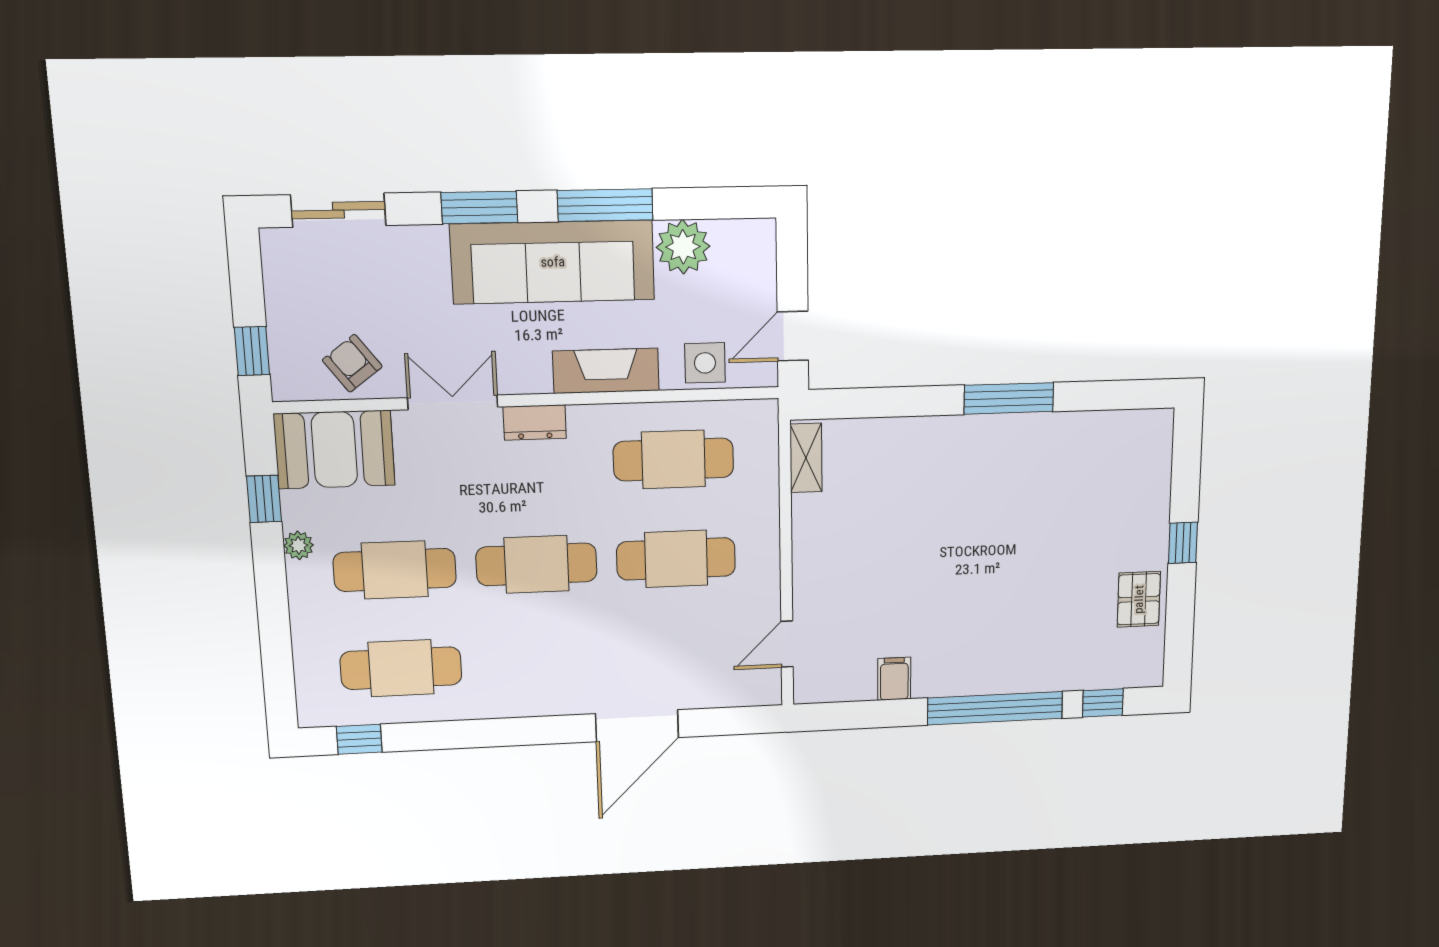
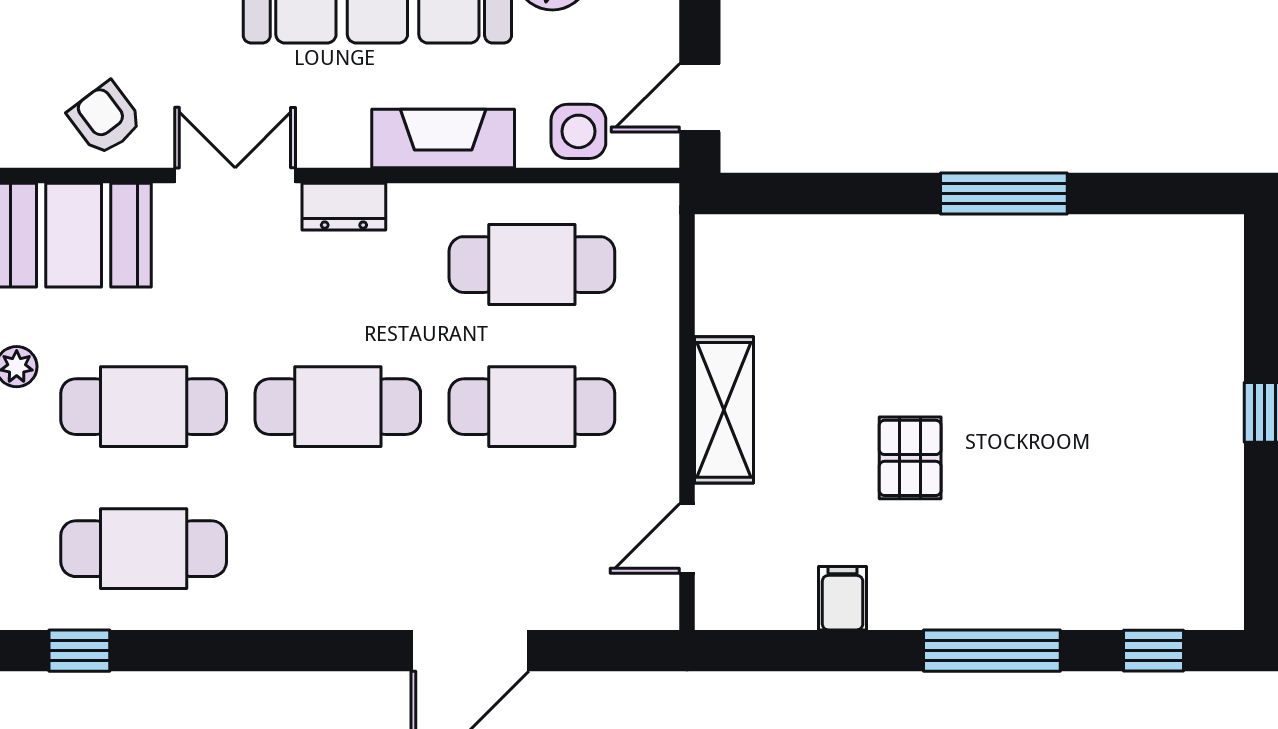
shelving: (806, 458) -> (724, 410), moved, width x1.50, depth x1.33
pallet: (1139, 599) -> (910, 458), moved
window: (995, 708) -> (992, 651), width x0.68

